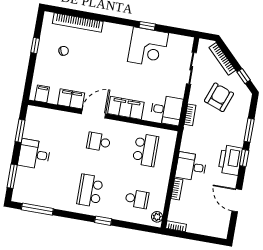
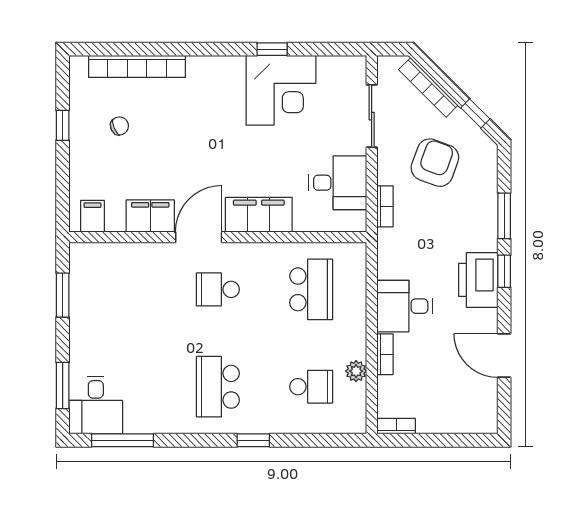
desk: (166, 110) -> (338, 183), moved
desk: (34, 154) -> (96, 405), moved, turned -90
plant: (157, 217) -> (356, 371), moved

